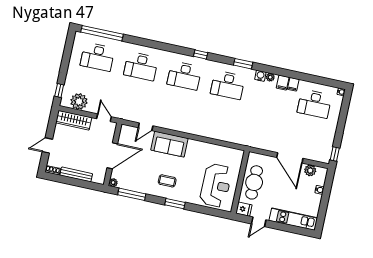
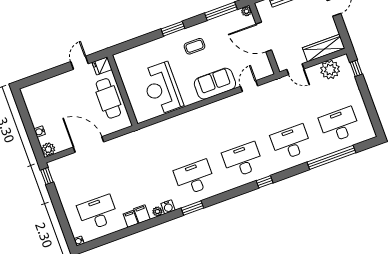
window: (102, 33) -> (331, 157), moved
window: (201, 55) -> (265, 182), moved
door: (112, 156) -> (264, 37), hinge flipped
plant: (310, 170) -> (48, 149), moved
reception desk: (216, 185) -> (162, 88), moved
kitchen unit: (293, 219) -> (47, 87), removed

